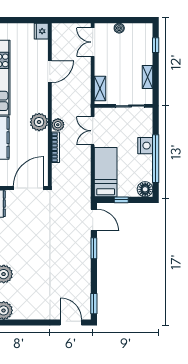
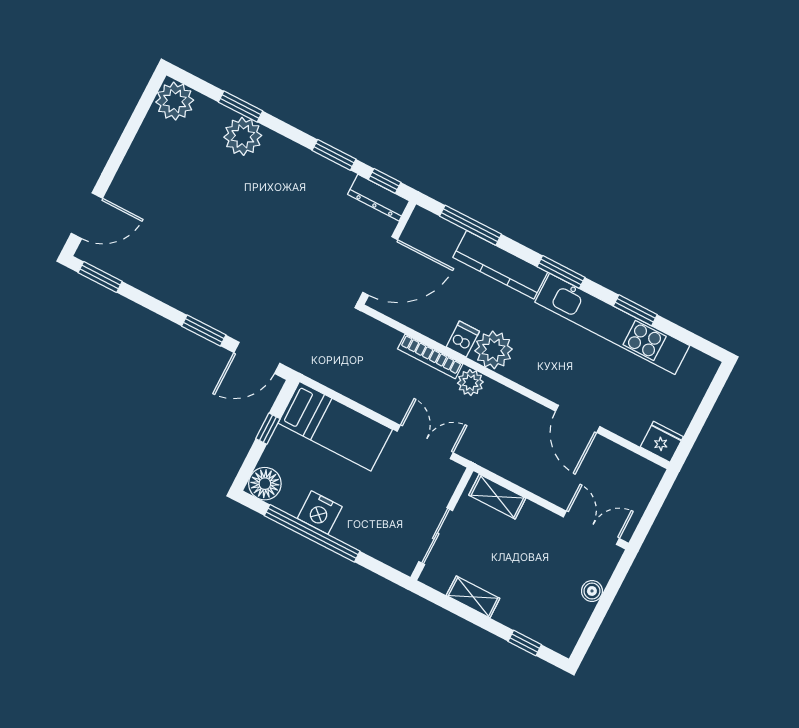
dishwasher: (41, 137) -> (463, 339), added
nightstand: (145, 146) -> (320, 513), moved
door: (28, 188) -> (380, 266), hinge flipped

